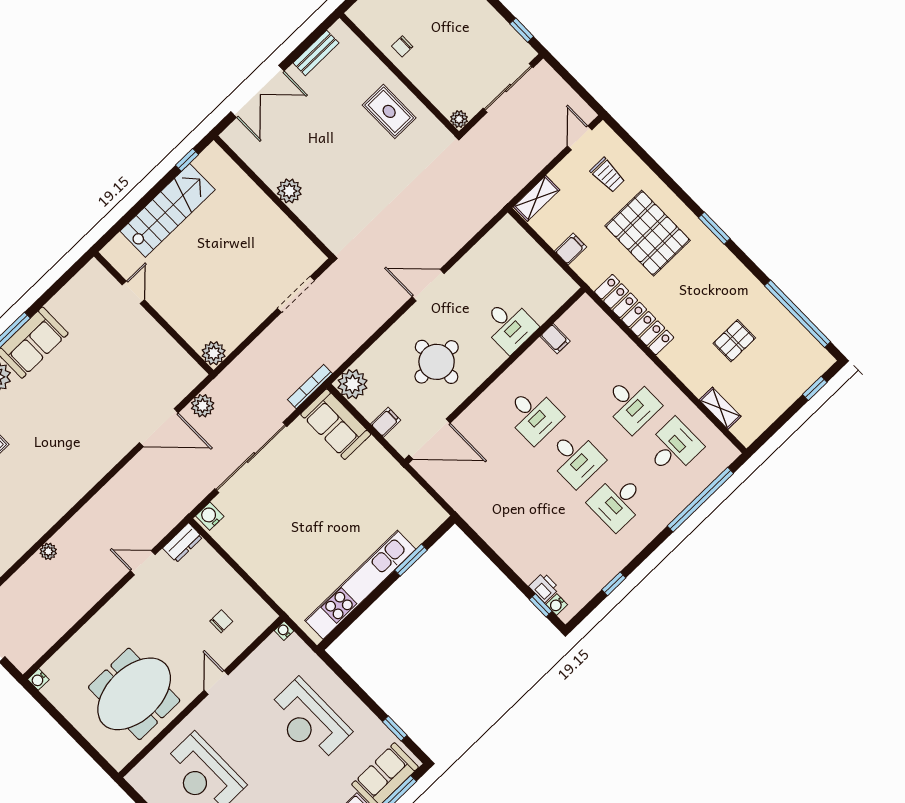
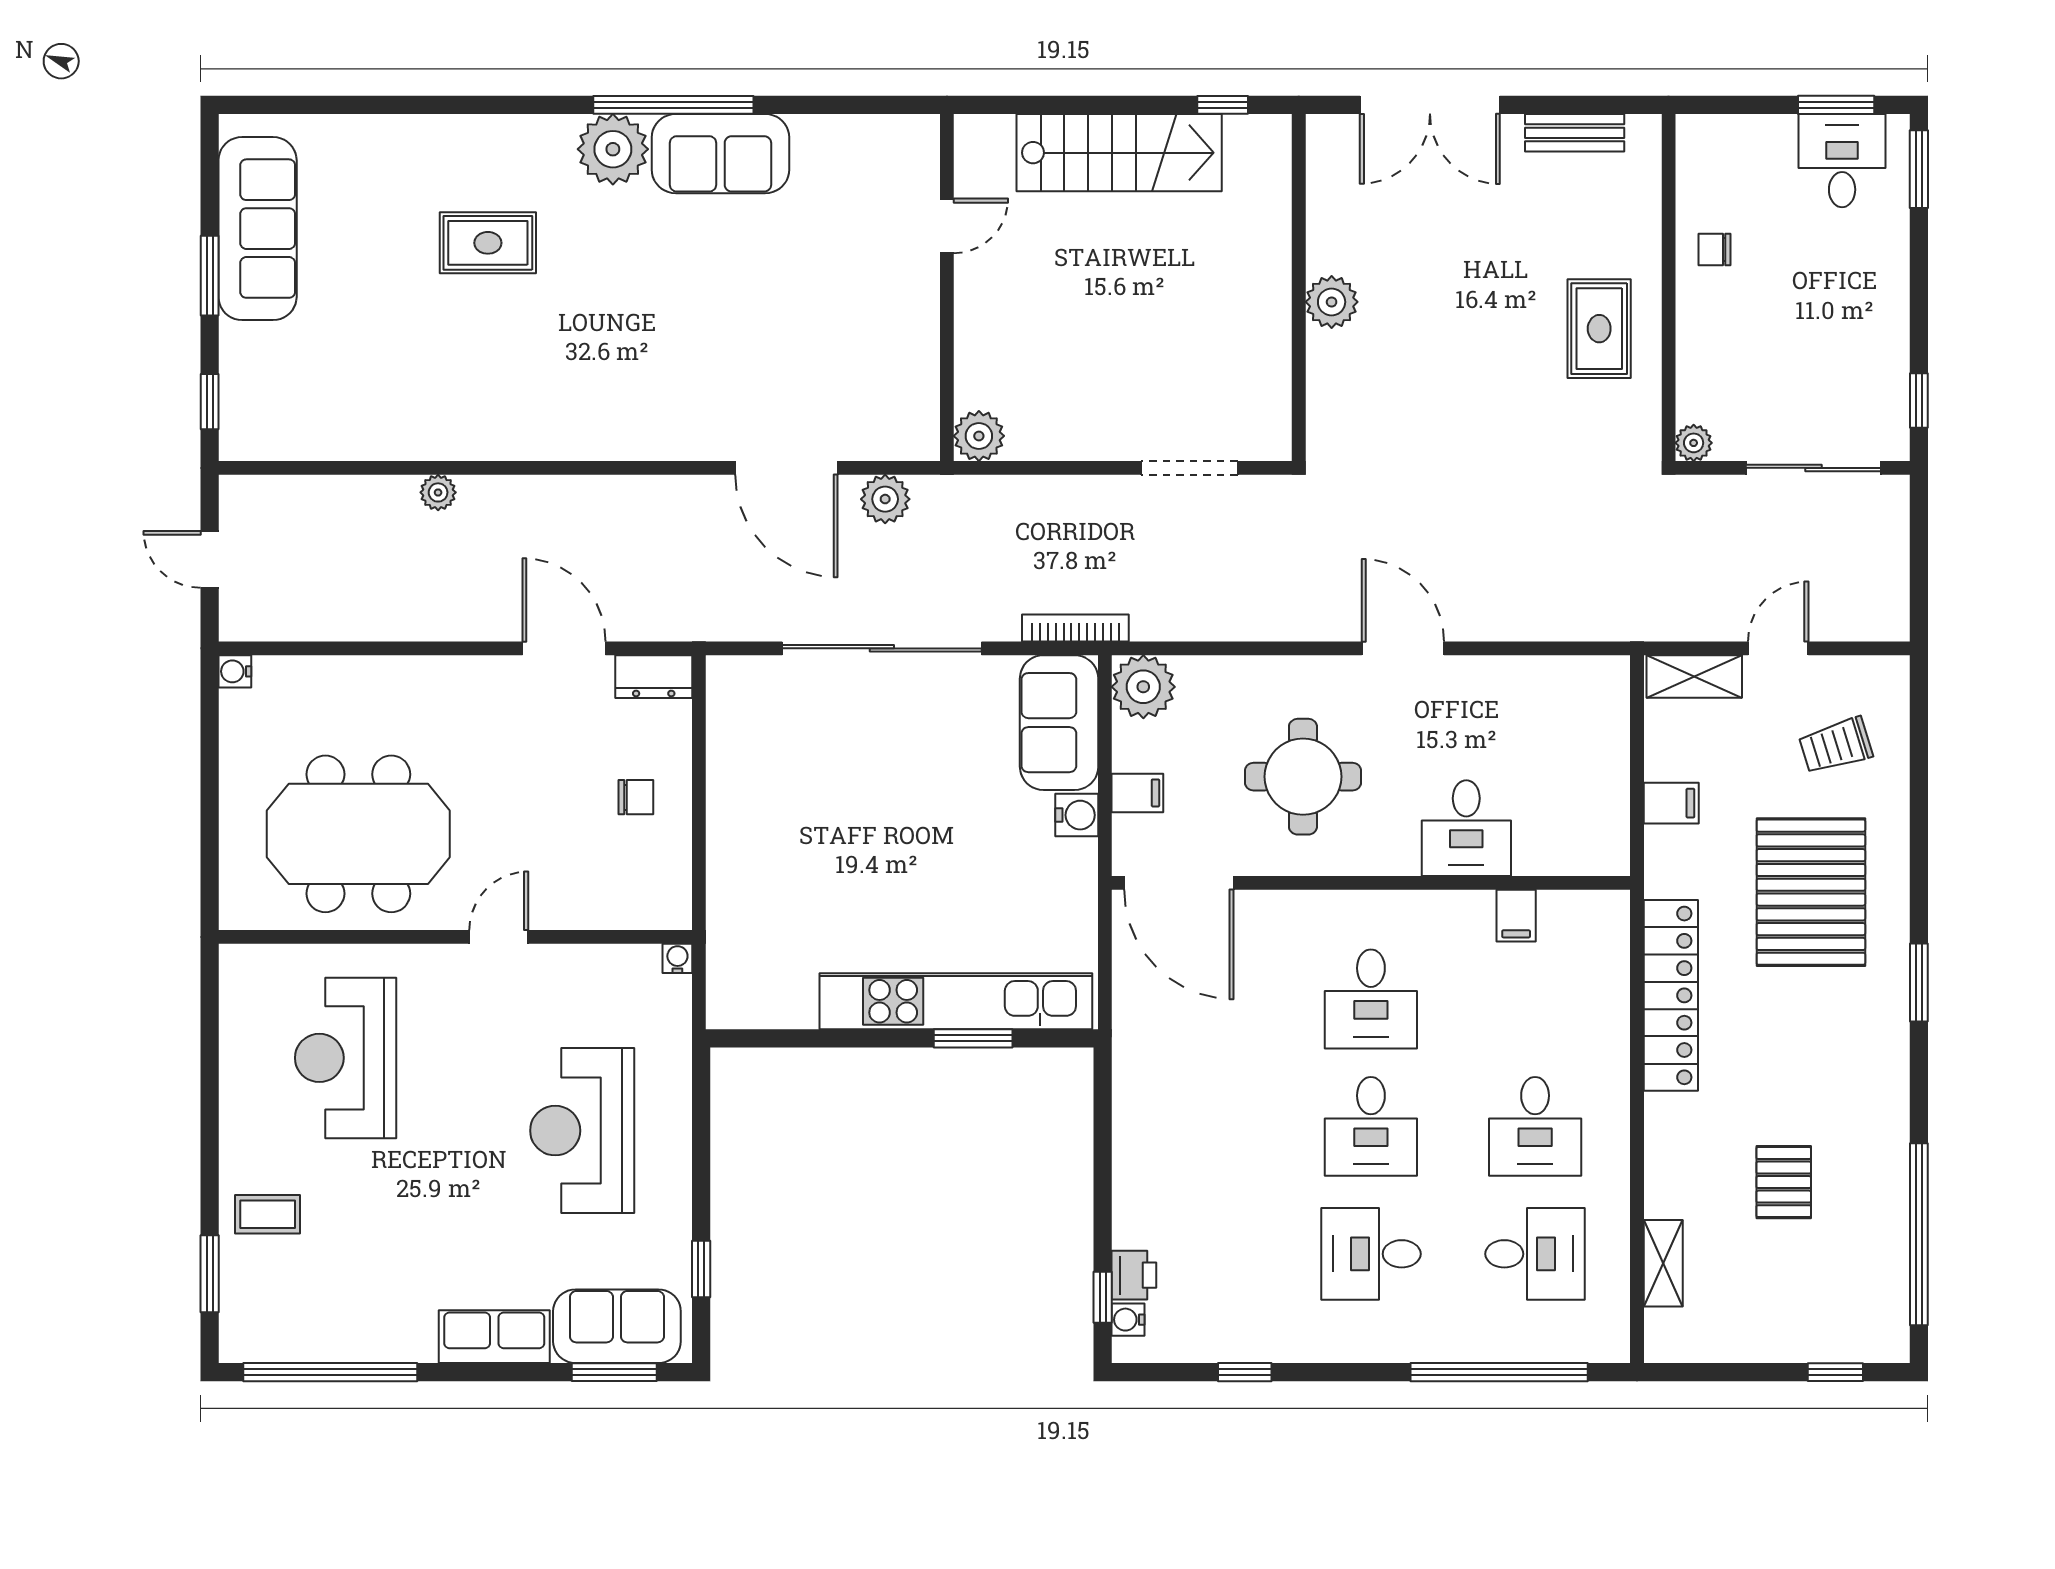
door: (580, 138) -> (1778, 648), moved
trolley: (608, 175) -> (1836, 746), turned 73
pallet: (734, 341) -> (1784, 1182), turned 90
water cooler: (210, 516) -> (1077, 815), moved, turned 90
door: (143, 563) -> (564, 648), width x1.38
kitchen unit: (360, 585) -> (956, 1001), moved
chair: (221, 621) -> (636, 797), moved

